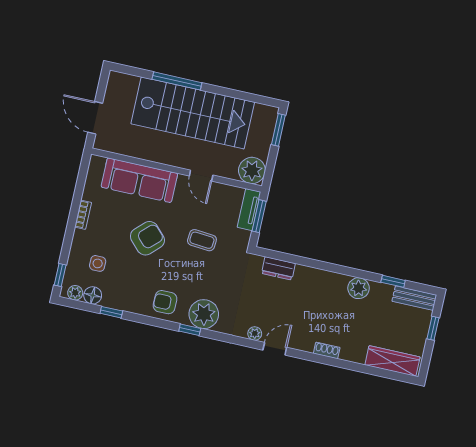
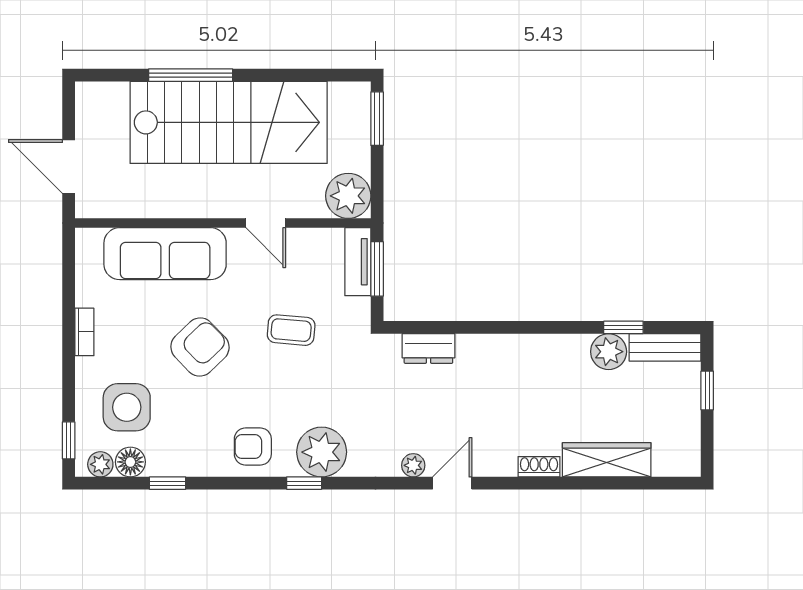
side table: (98, 263) -> (127, 407), width x1.87, depth x1.87
plant: (359, 288) -> (609, 352), moved
wardrobe: (392, 361) -> (607, 460), moved

